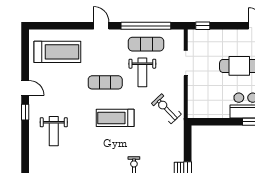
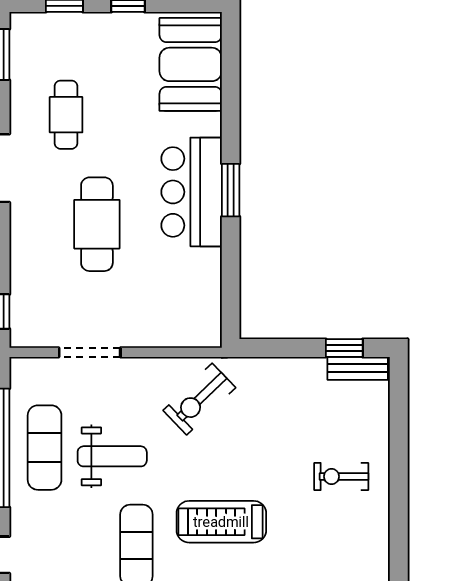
treadmill: (115, 118) -> (221, 522), turned 90

